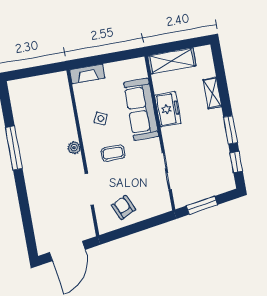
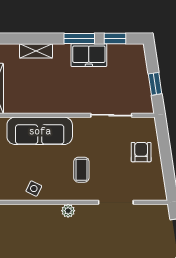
freezer: (168, 109) -> (89, 55), moved, turned 180
side table: (101, 118) -> (34, 189), moved
window: (202, 205) -> (155, 84), width x0.67
armchair: (123, 207) -> (141, 152), moved, turned 115

